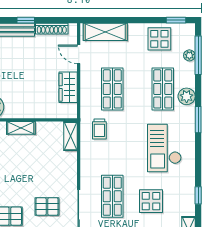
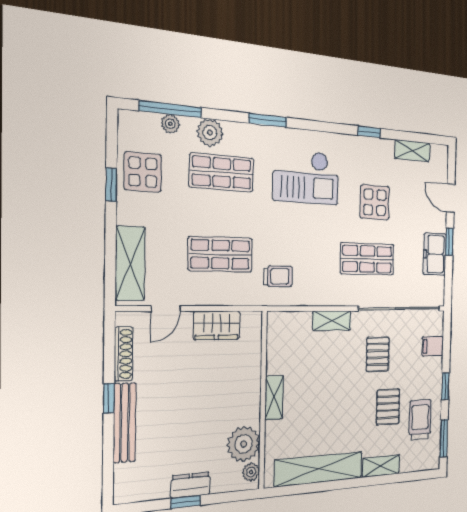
window: (176, 20) -> (111, 185), moved
plant: (187, 96) -> (210, 133), moved
shelving: (70, 136) -> (332, 321), moved

